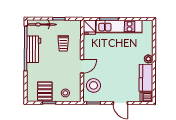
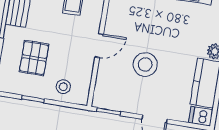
stool: (94, 85) -> (145, 64), moved
pallet: (45, 91) -> (34, 58), moved

